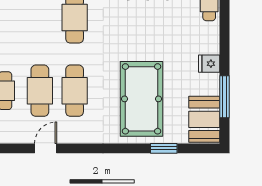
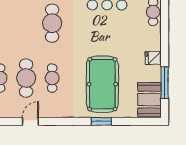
cafe table: (75, 91) -> (52, 78), width x0.73, depth x0.74
window: (164, 148) -> (101, 121), moved

